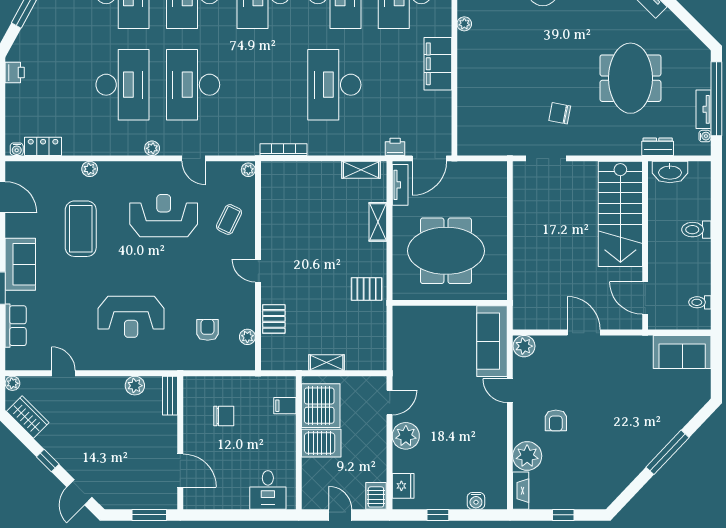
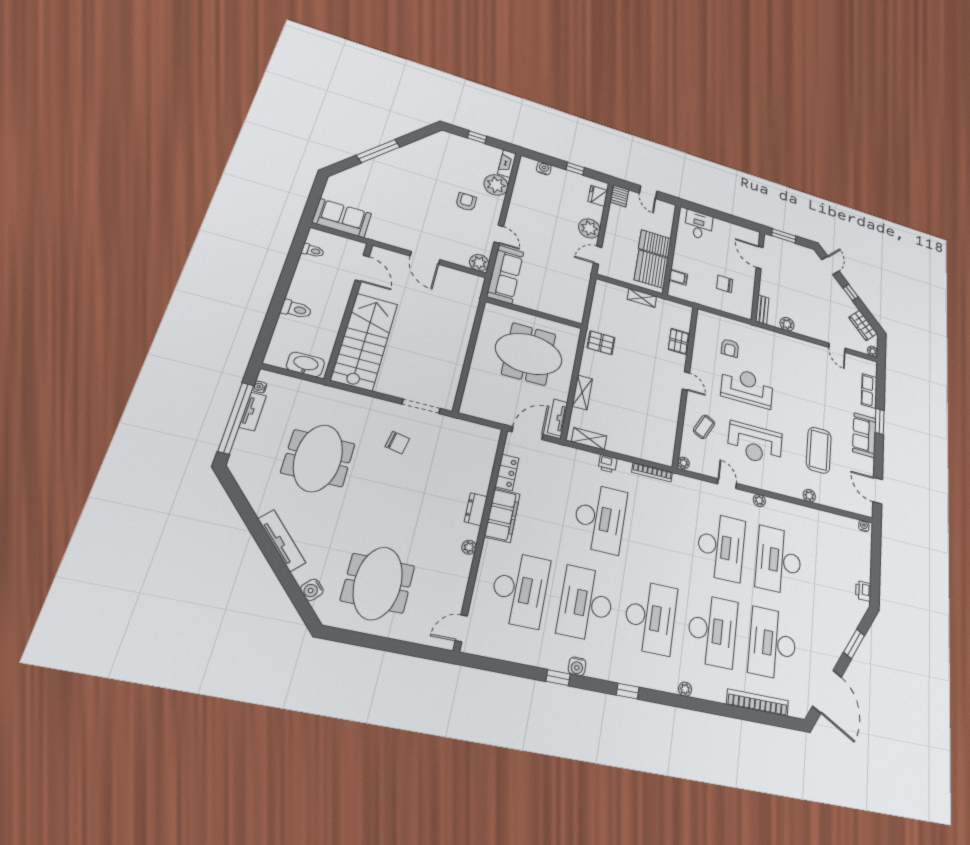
locker: (43, 146) -> (507, 472), moved, turned -90
printer: (395, 147) -> (608, 464), moved
dresser: (658, 147) -> (476, 509), moved, turned 90
reception desk: (131, 317) -> (747, 387), moved
plant: (247, 337) -> (700, 334), removed

